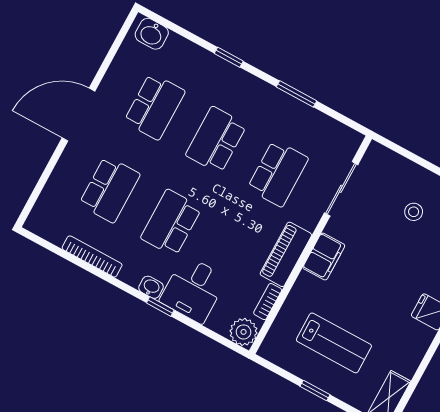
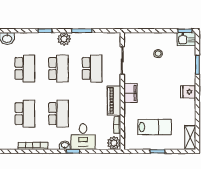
plant: (256, 91) -> (64, 39), added
school desk: (216, 140) -> (59, 68), turned 180
school desk: (171, 223) -> (59, 114), turned 180

